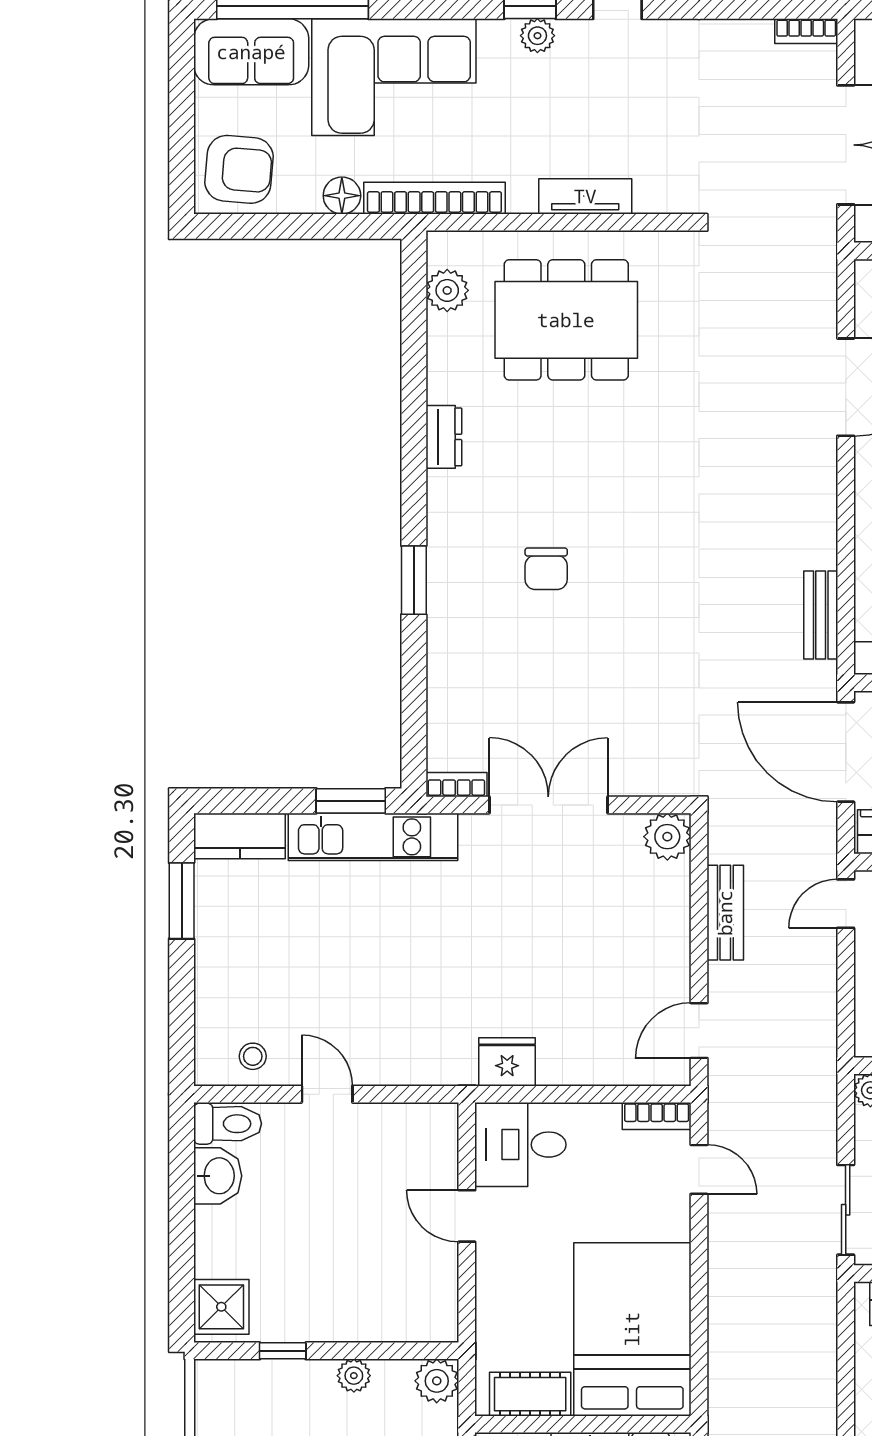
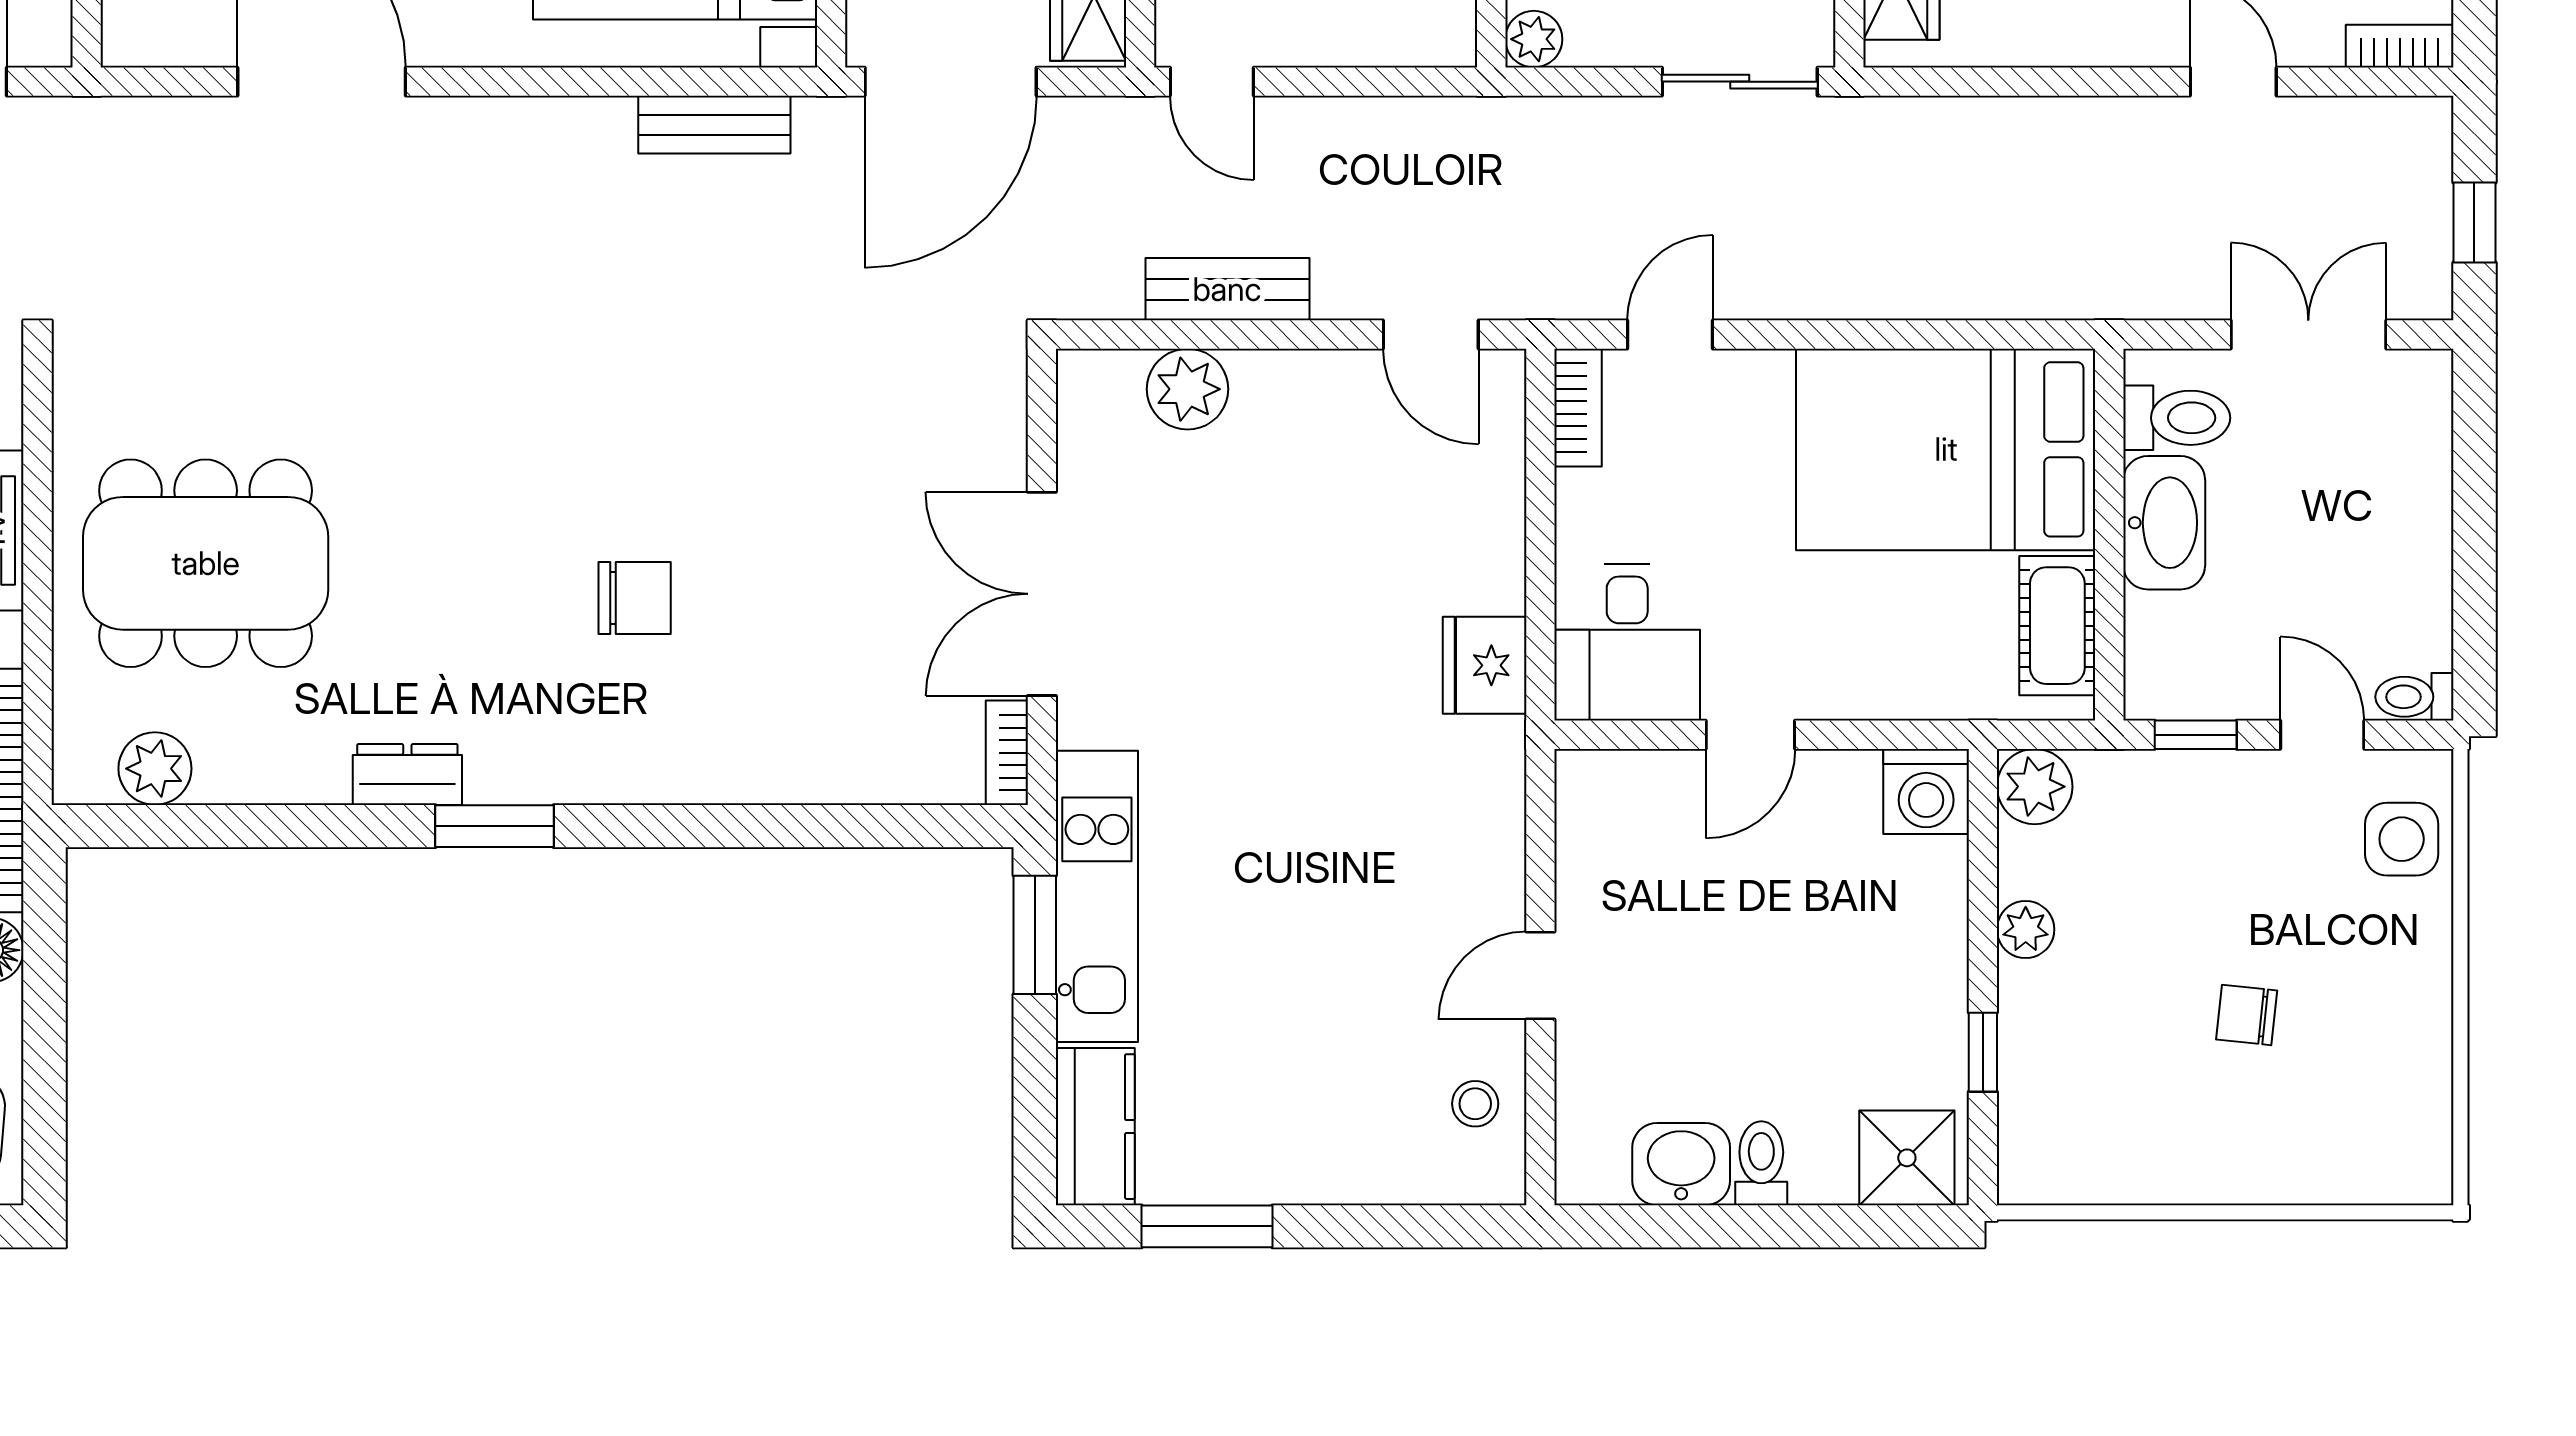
dining table: (566, 320) -> (206, 563), turned 90
window: (414, 580) -> (494, 826), moved
plant: (667, 837) -> (1188, 389), moved
toilet: (228, 1124) -> (1761, 1163), moved, width x0.73, depth x0.72
washing machine: (434, 1318) -> (1926, 792), added

